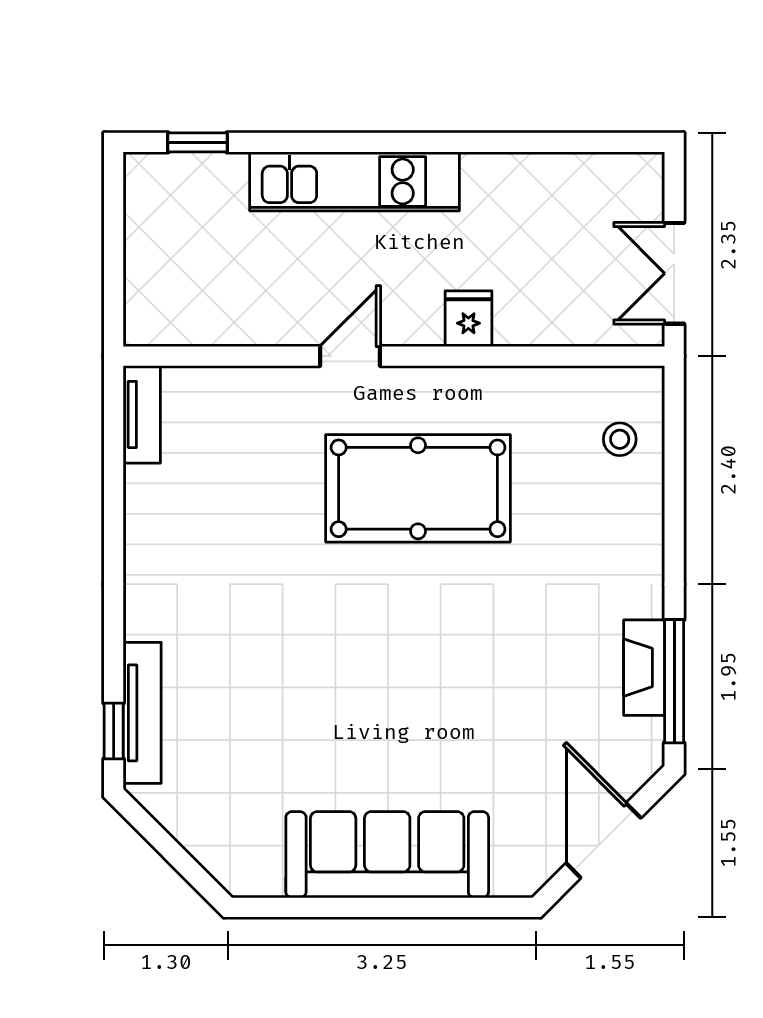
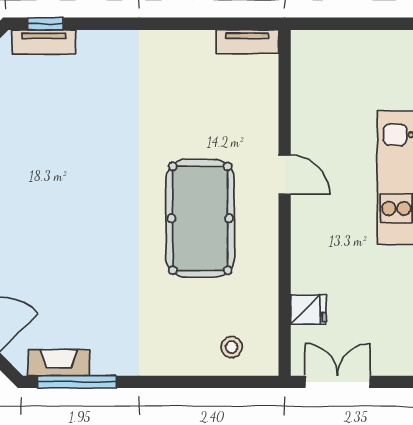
fridge: (468, 319) -> (309, 309), moved
fireplace: (644, 668) -> (59, 363), moved
tv unit: (142, 713) -> (44, 42), width x0.71

